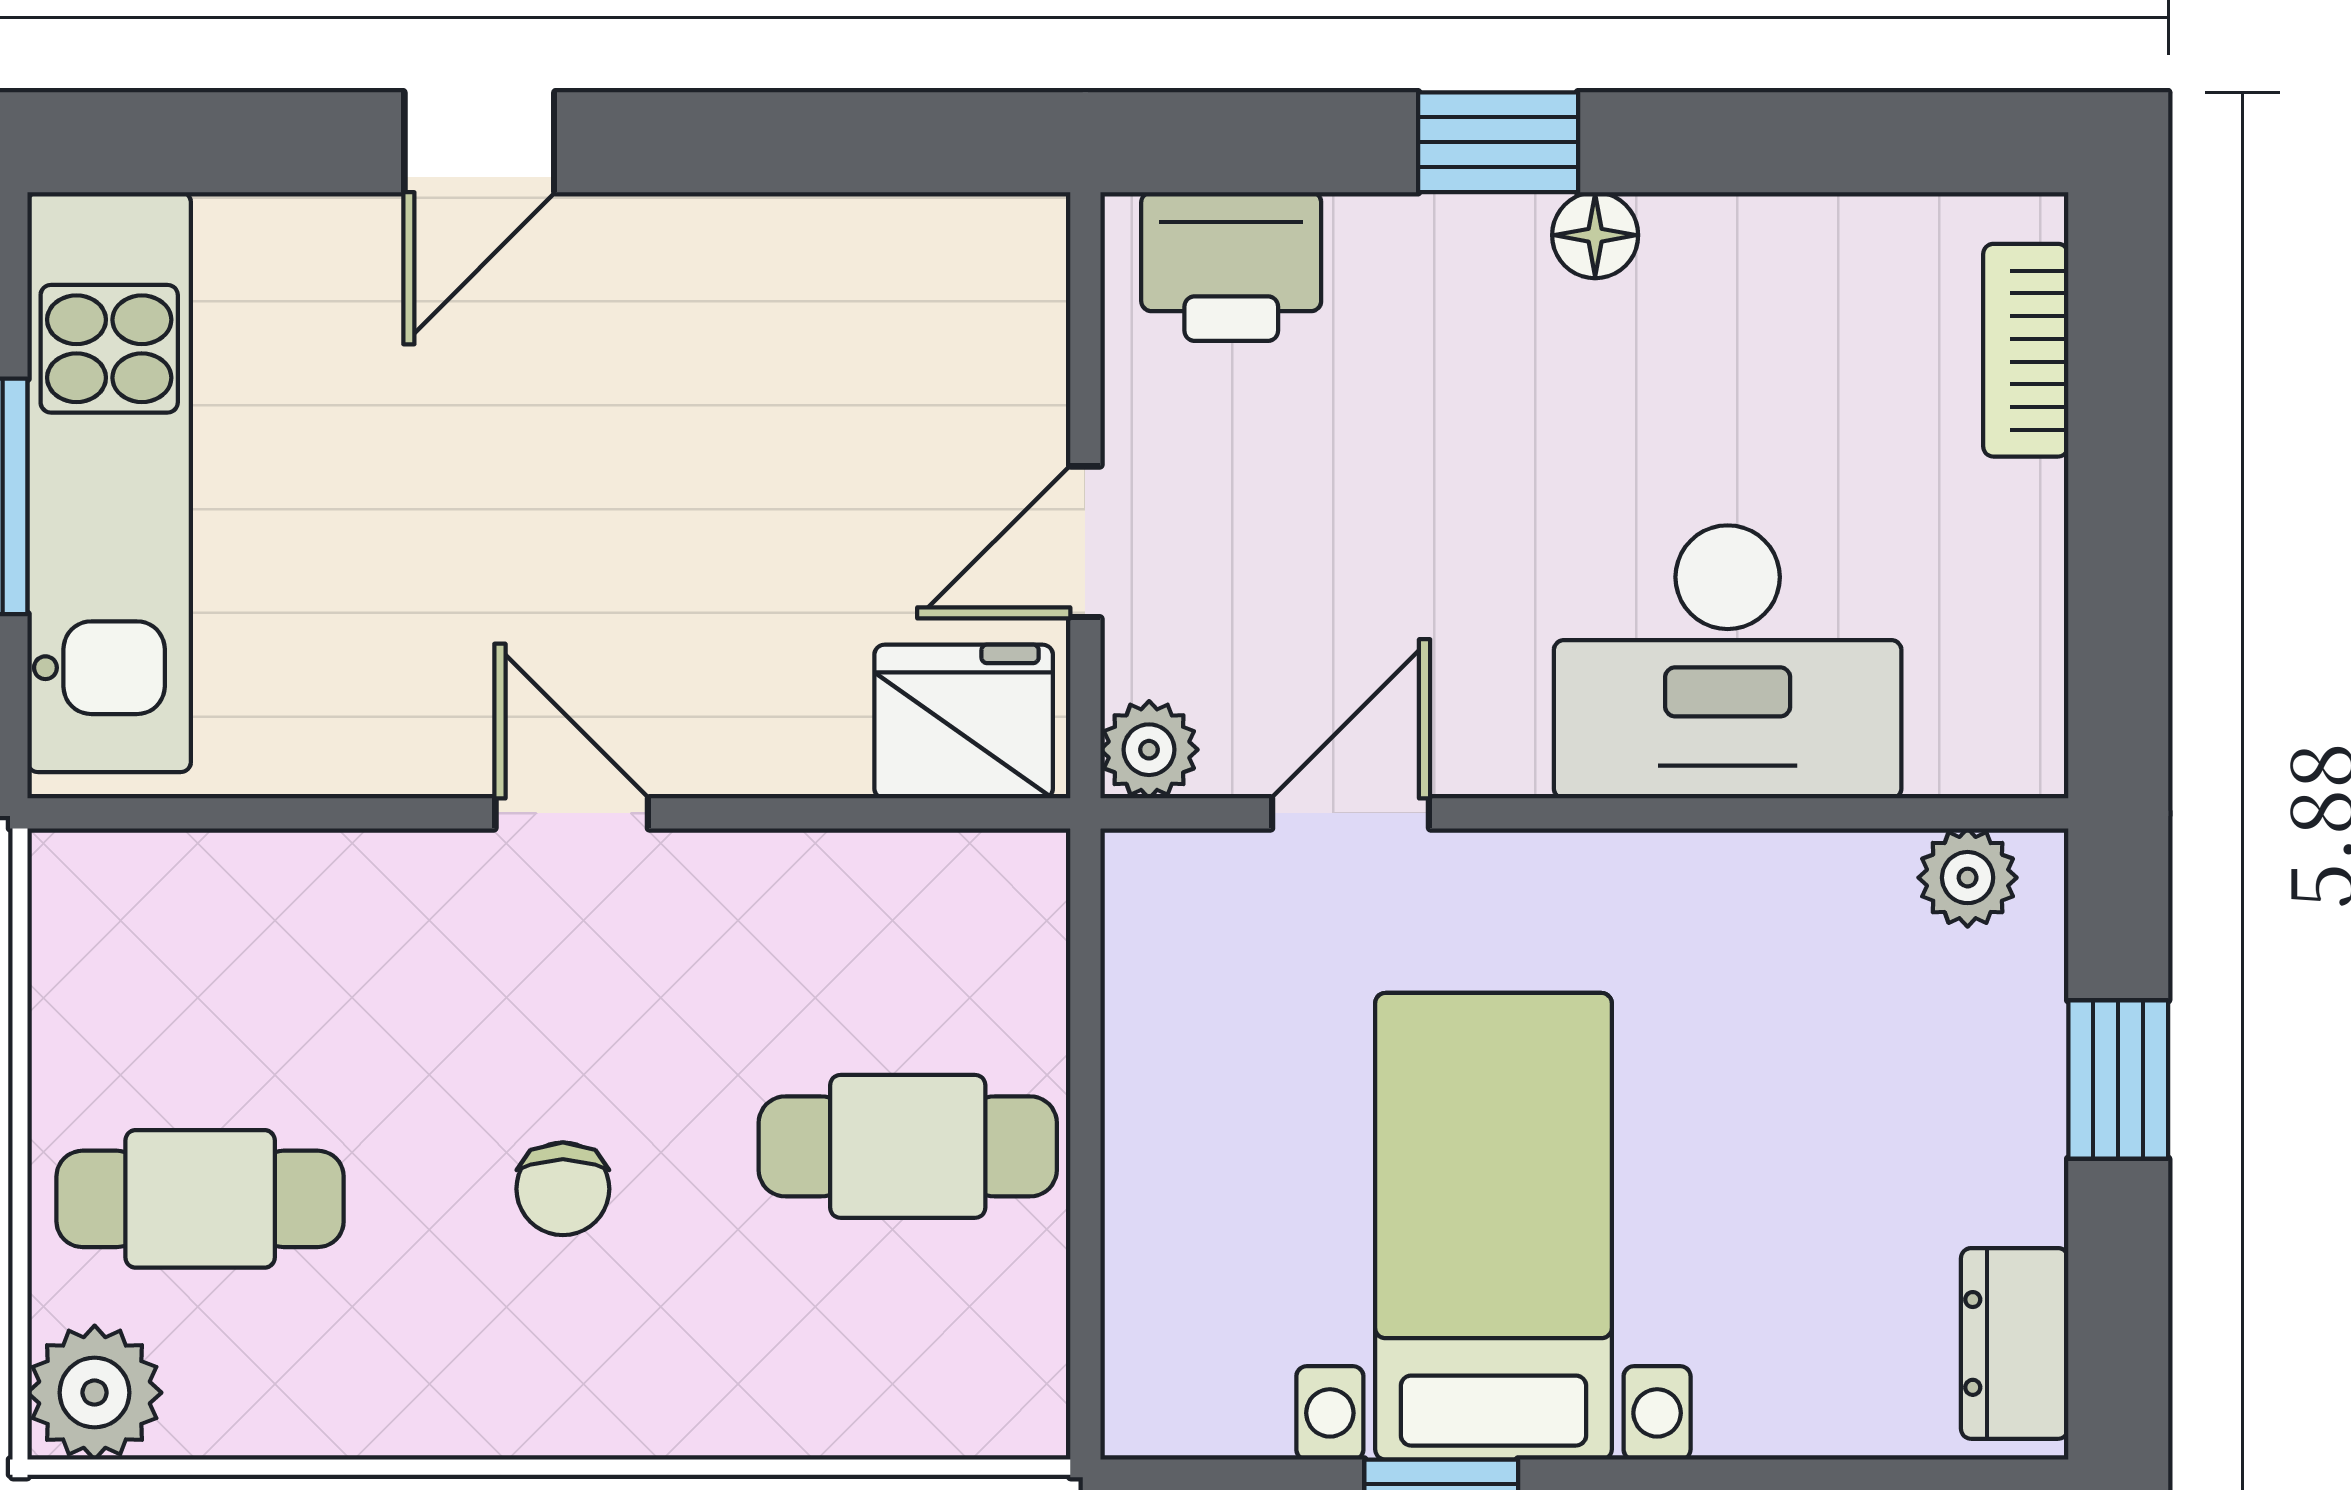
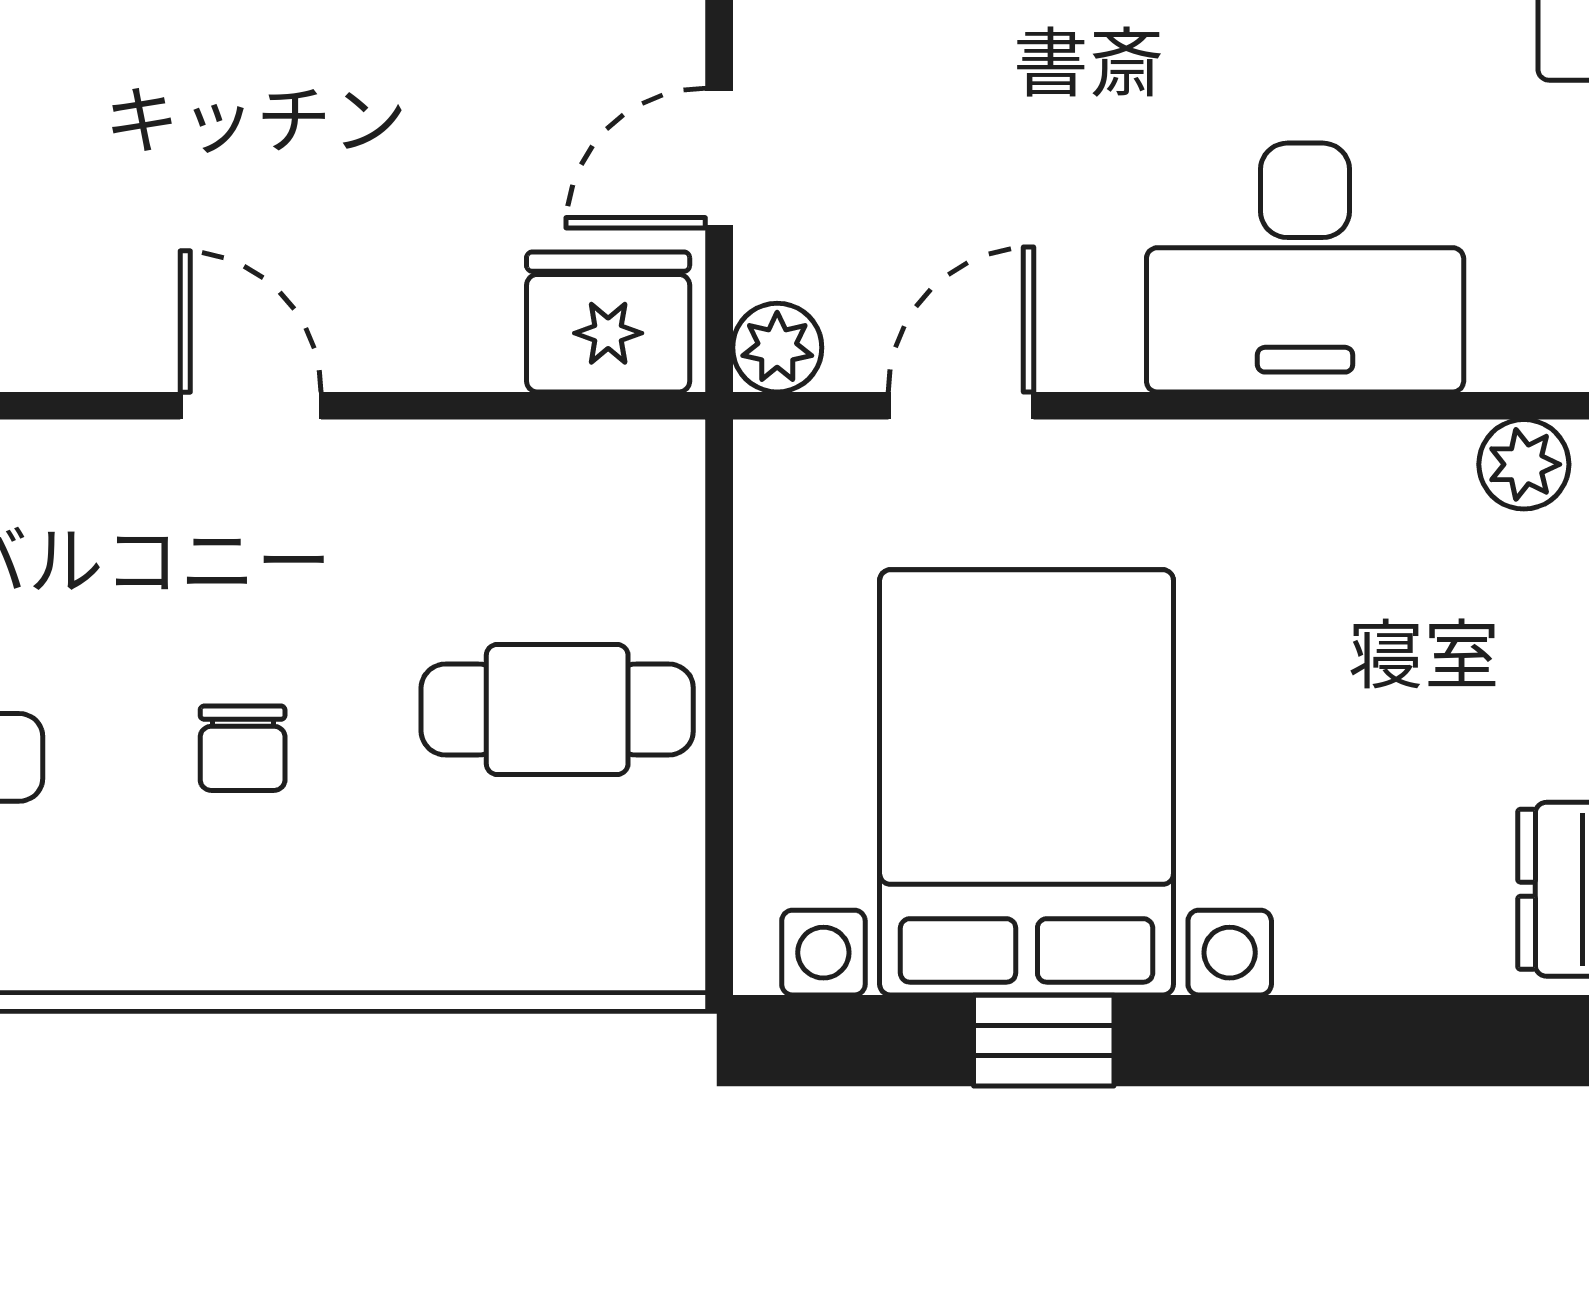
bed with nightstands: (1493, 1226) -> (1027, 782), width x1.36

